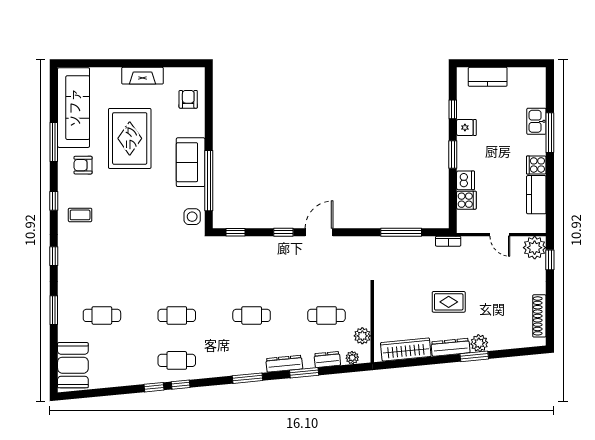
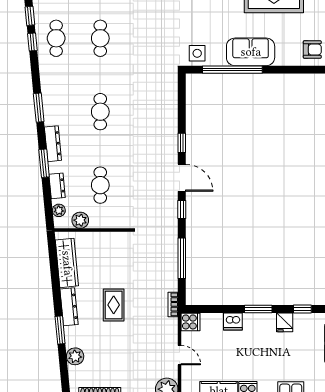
cooker: (466, 200) -> (190, 322), moved, turned -90
window: (235, 232) -> (182, 210), moved
door: (500, 235) -> (180, 355), swing flipped
plant: (479, 343) -> (75, 356), moved

